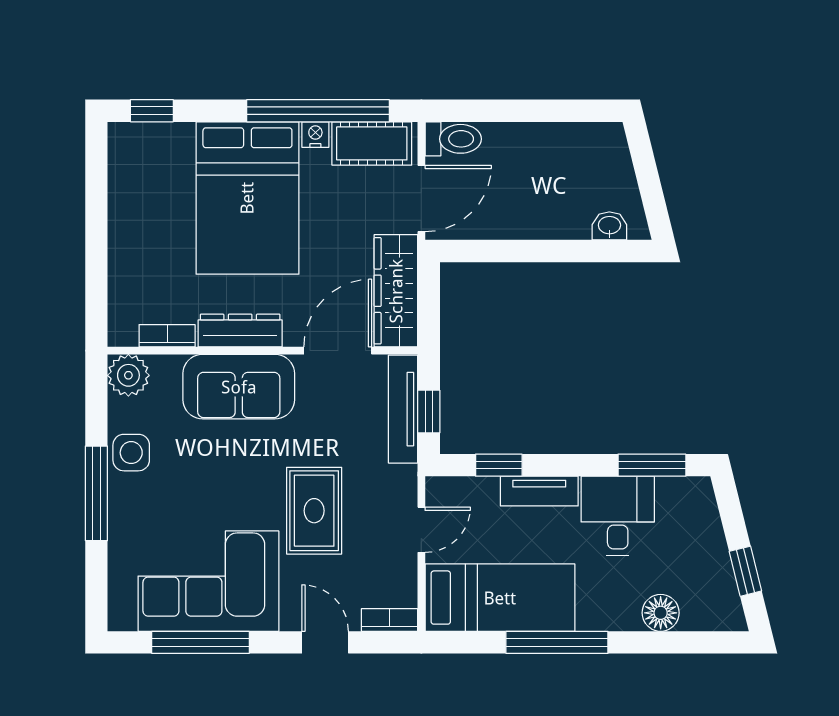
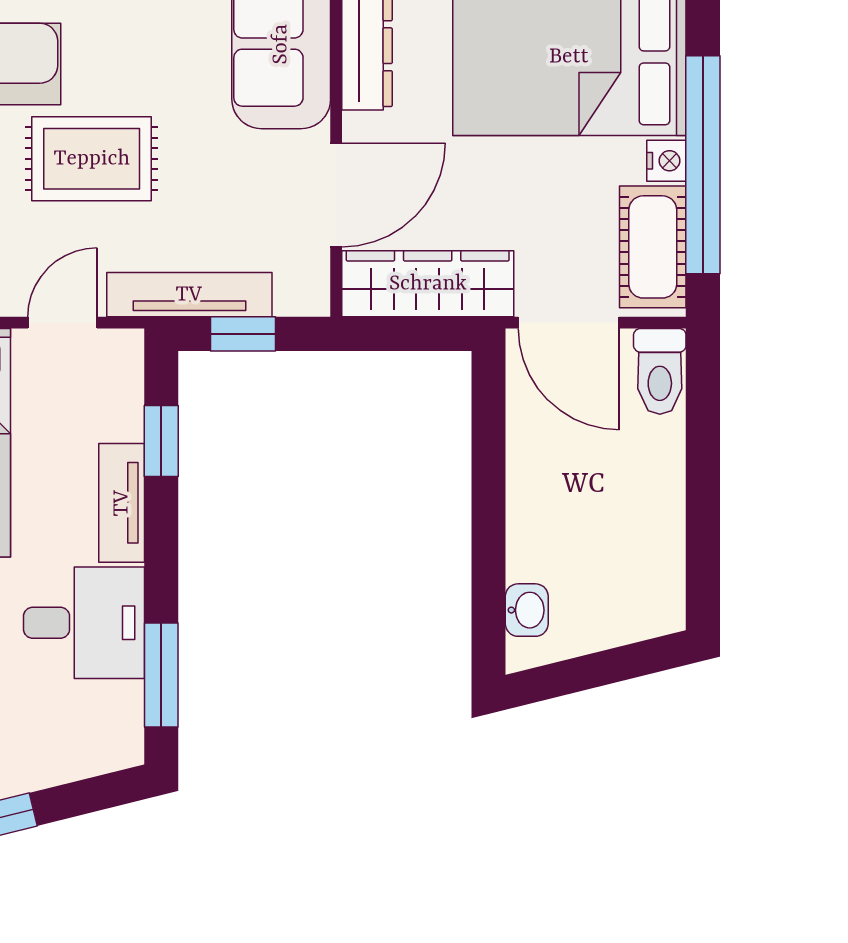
door: (338, 351) -> (336, 195), hinge flipped
tv unit: (403, 409) -> (189, 295), moved
door: (421, 530) -> (62, 323), swing flipped

